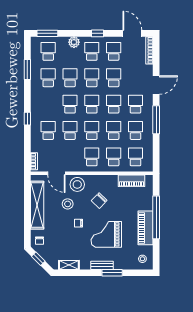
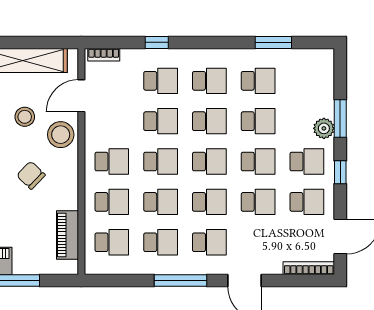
window: (47, 33) -> (340, 118), moved
school desk: (48, 51) -> (209, 81), moved
window: (27, 119) -> (157, 42), moved

